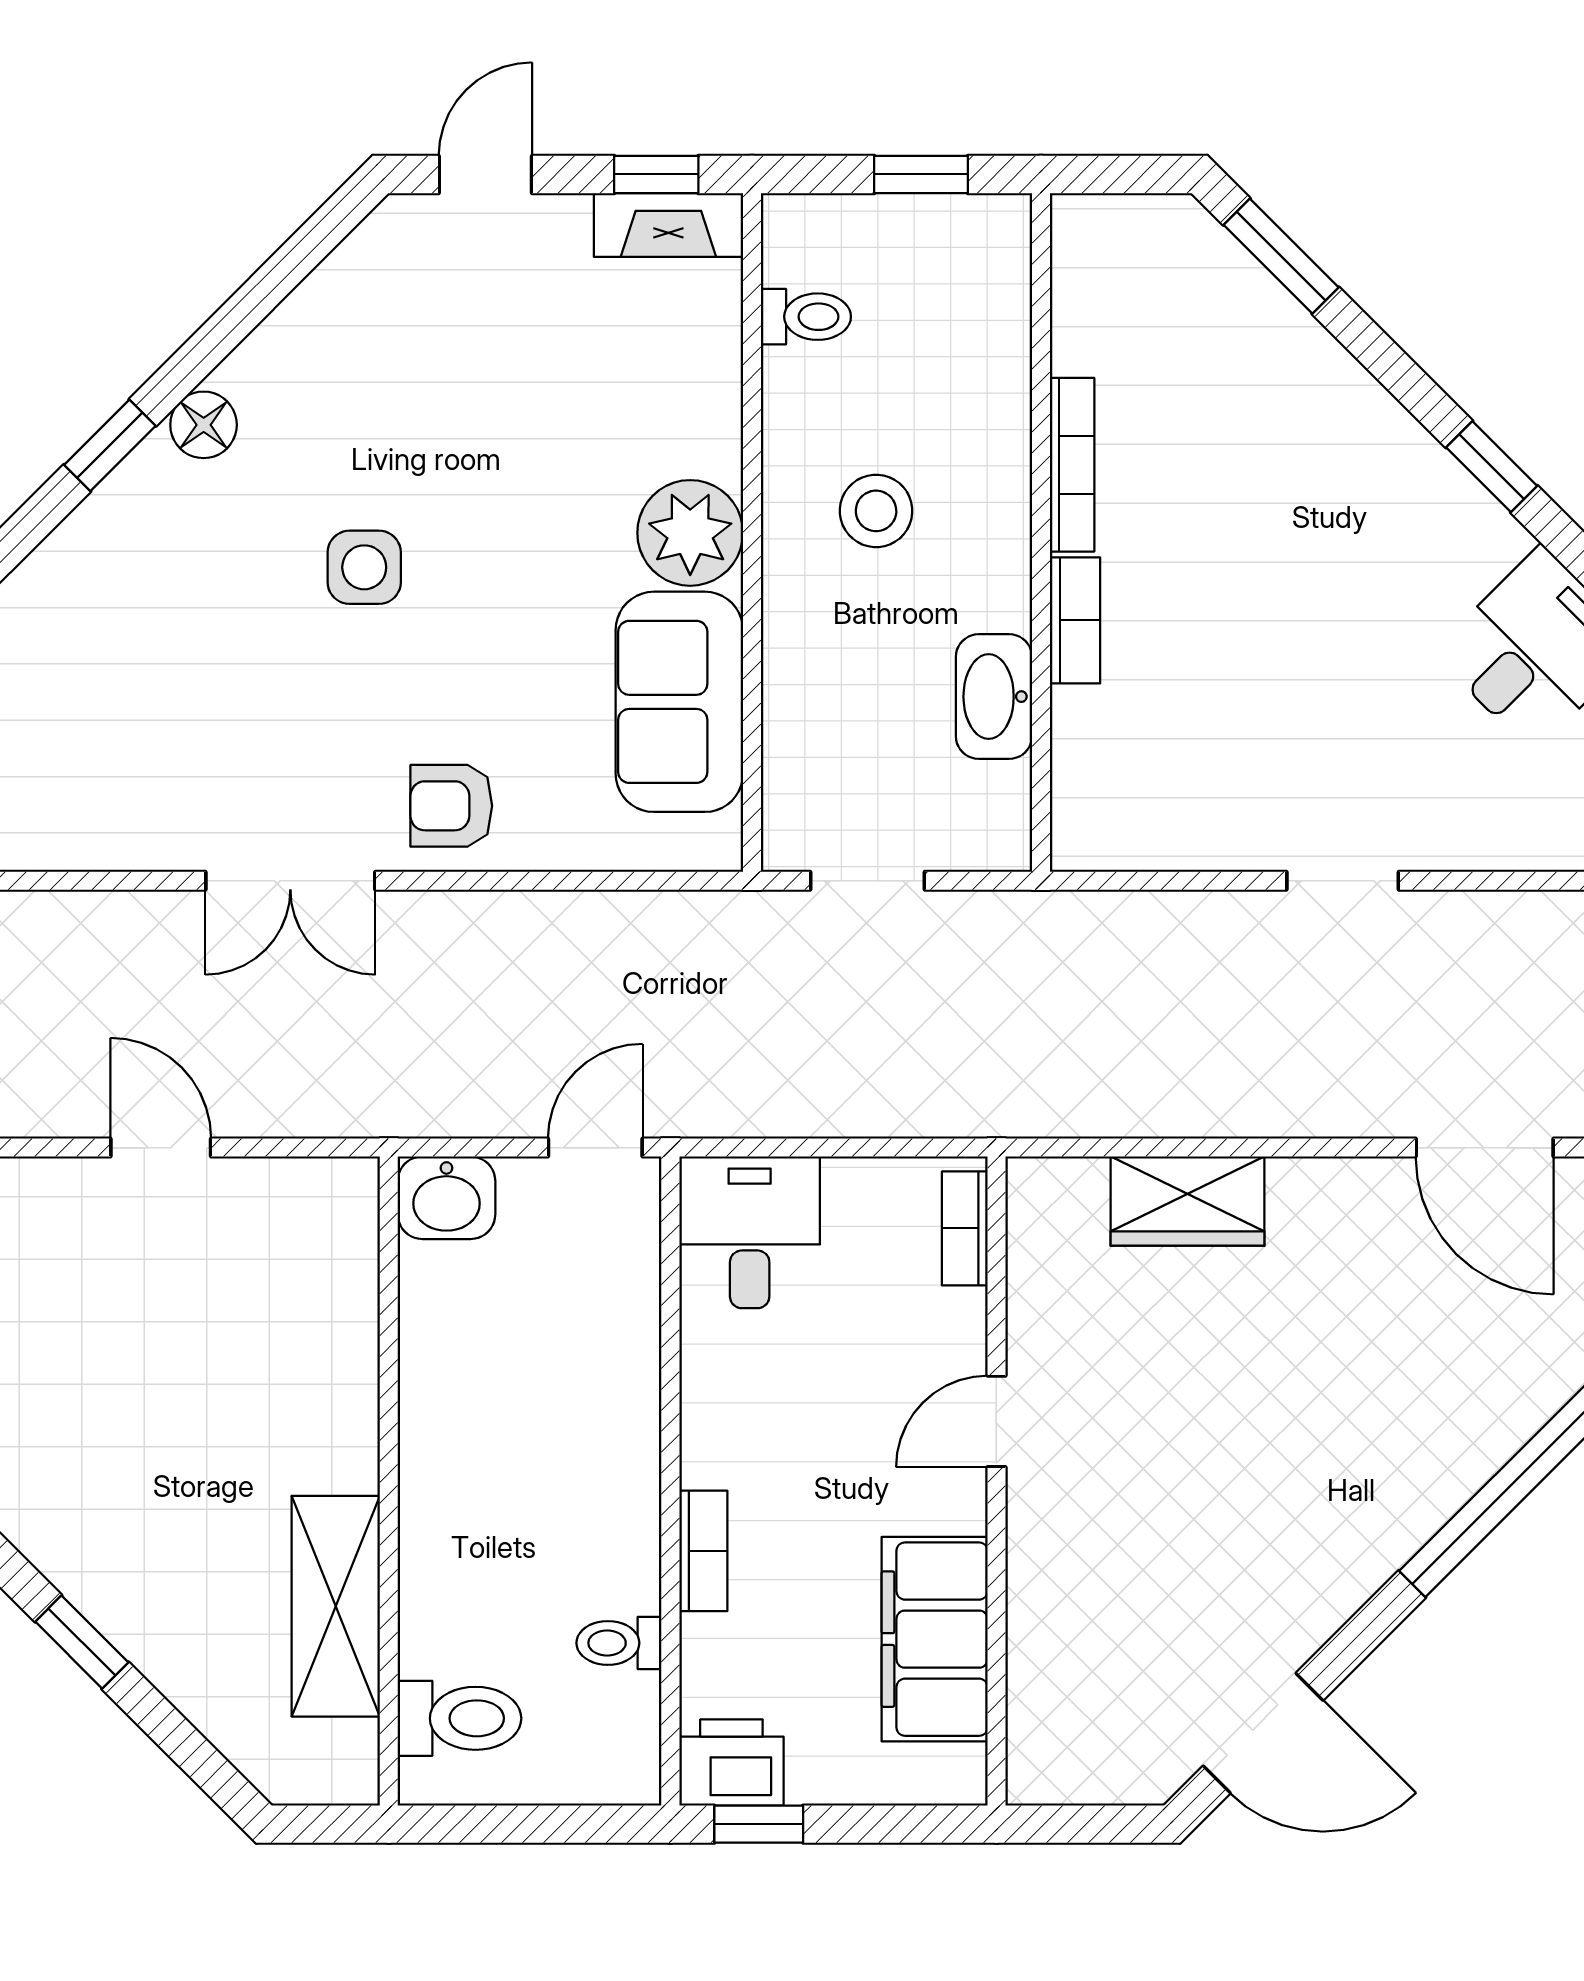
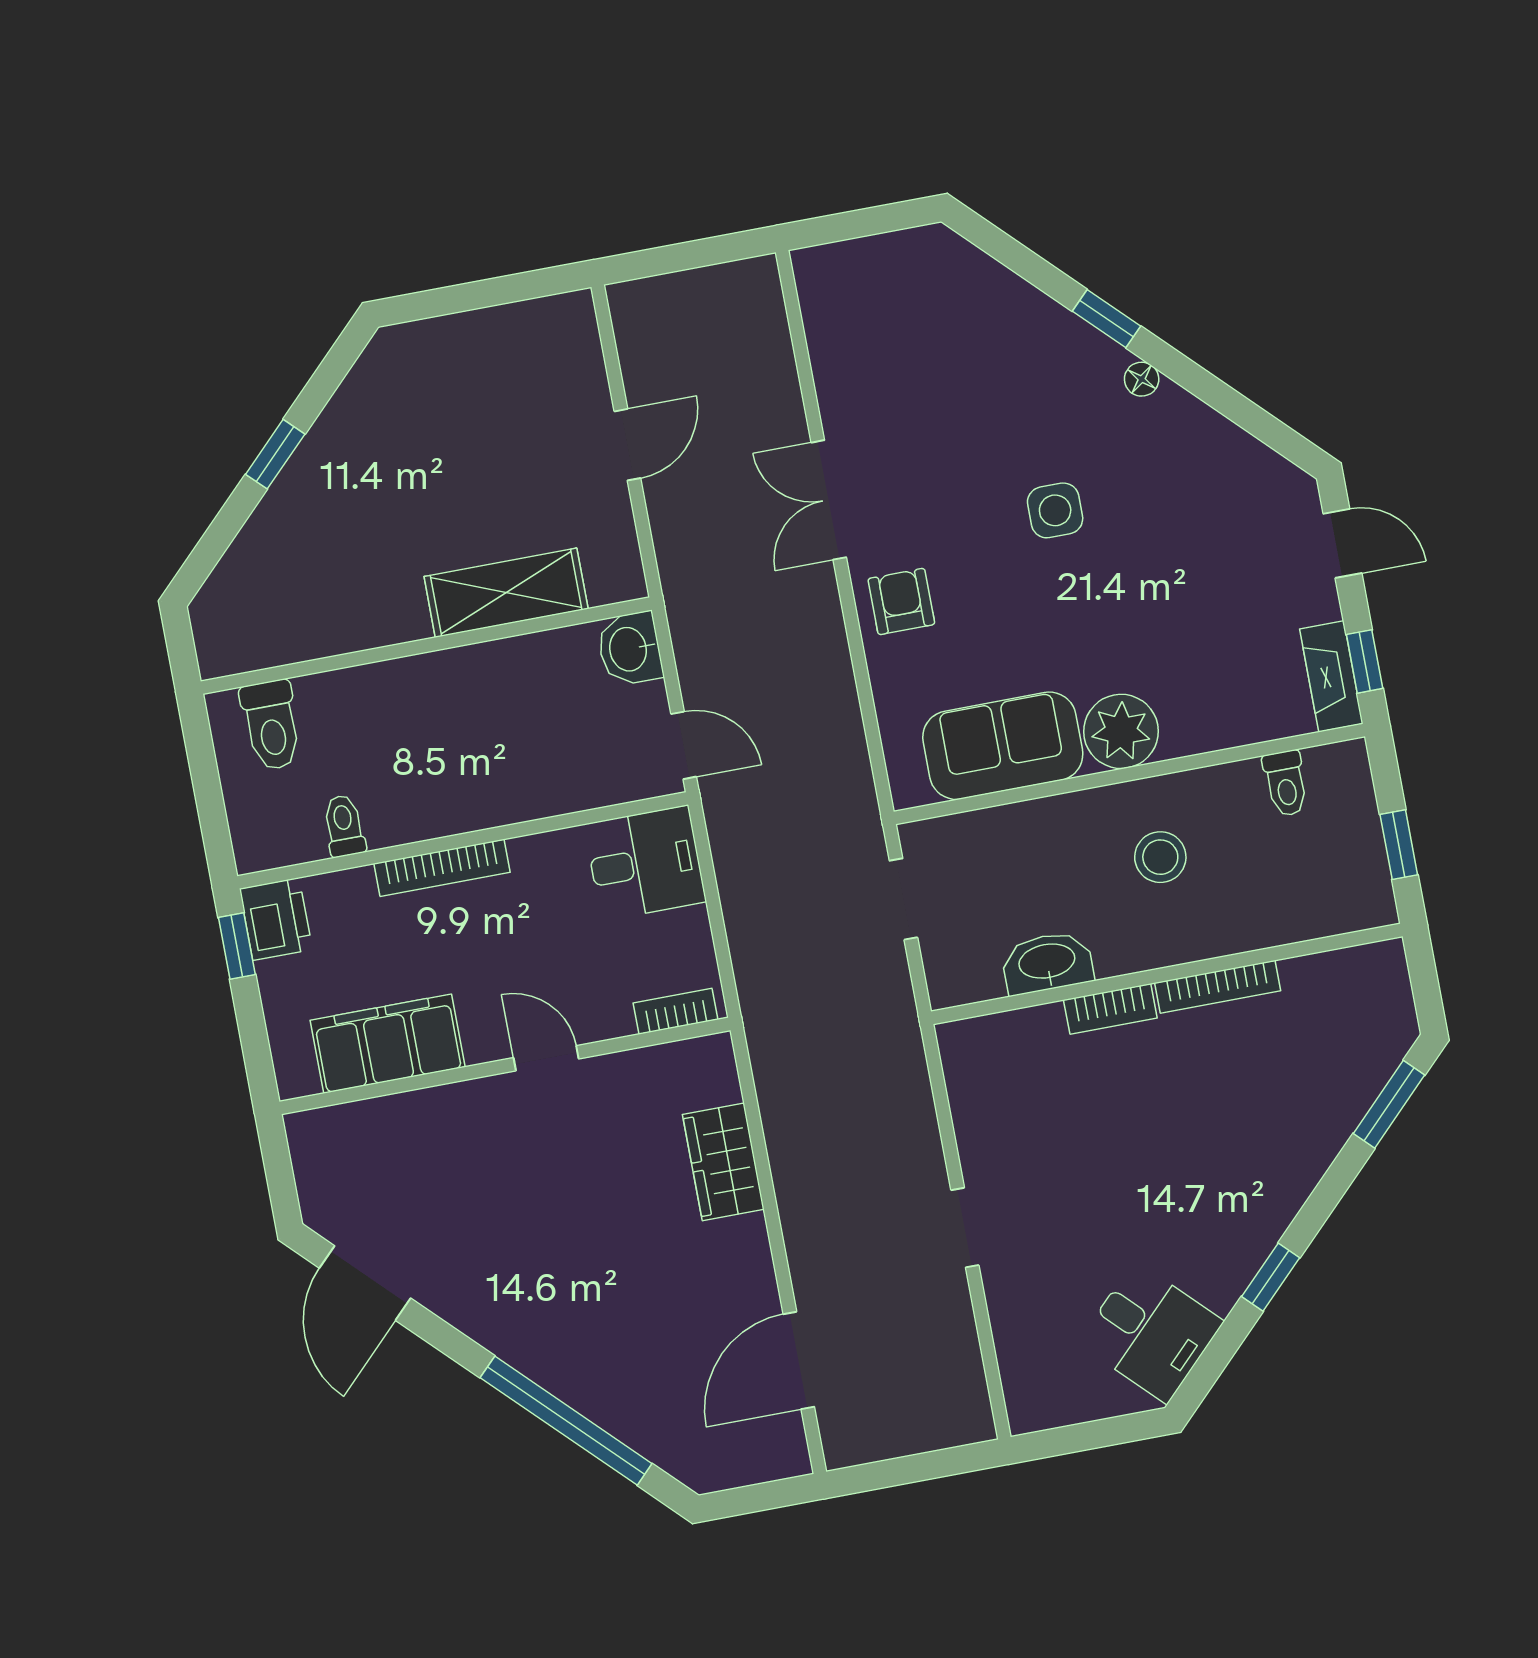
floor lamp: (204, 425) -> (1142, 379), width x0.73, depth x0.73
bookcase: (703, 1551) -> (442, 868), width x1.56
shelving: (336, 1606) -> (506, 593), moved

